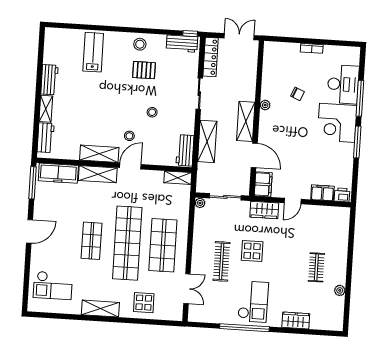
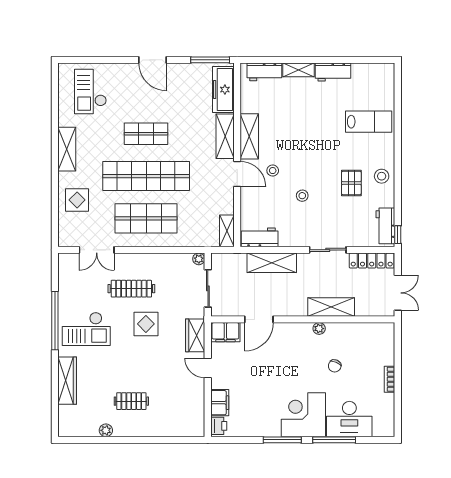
shelving: (246, 121) -> (331, 307), moved
wardrobe: (296, 320) -> (67, 381), width x1.50

